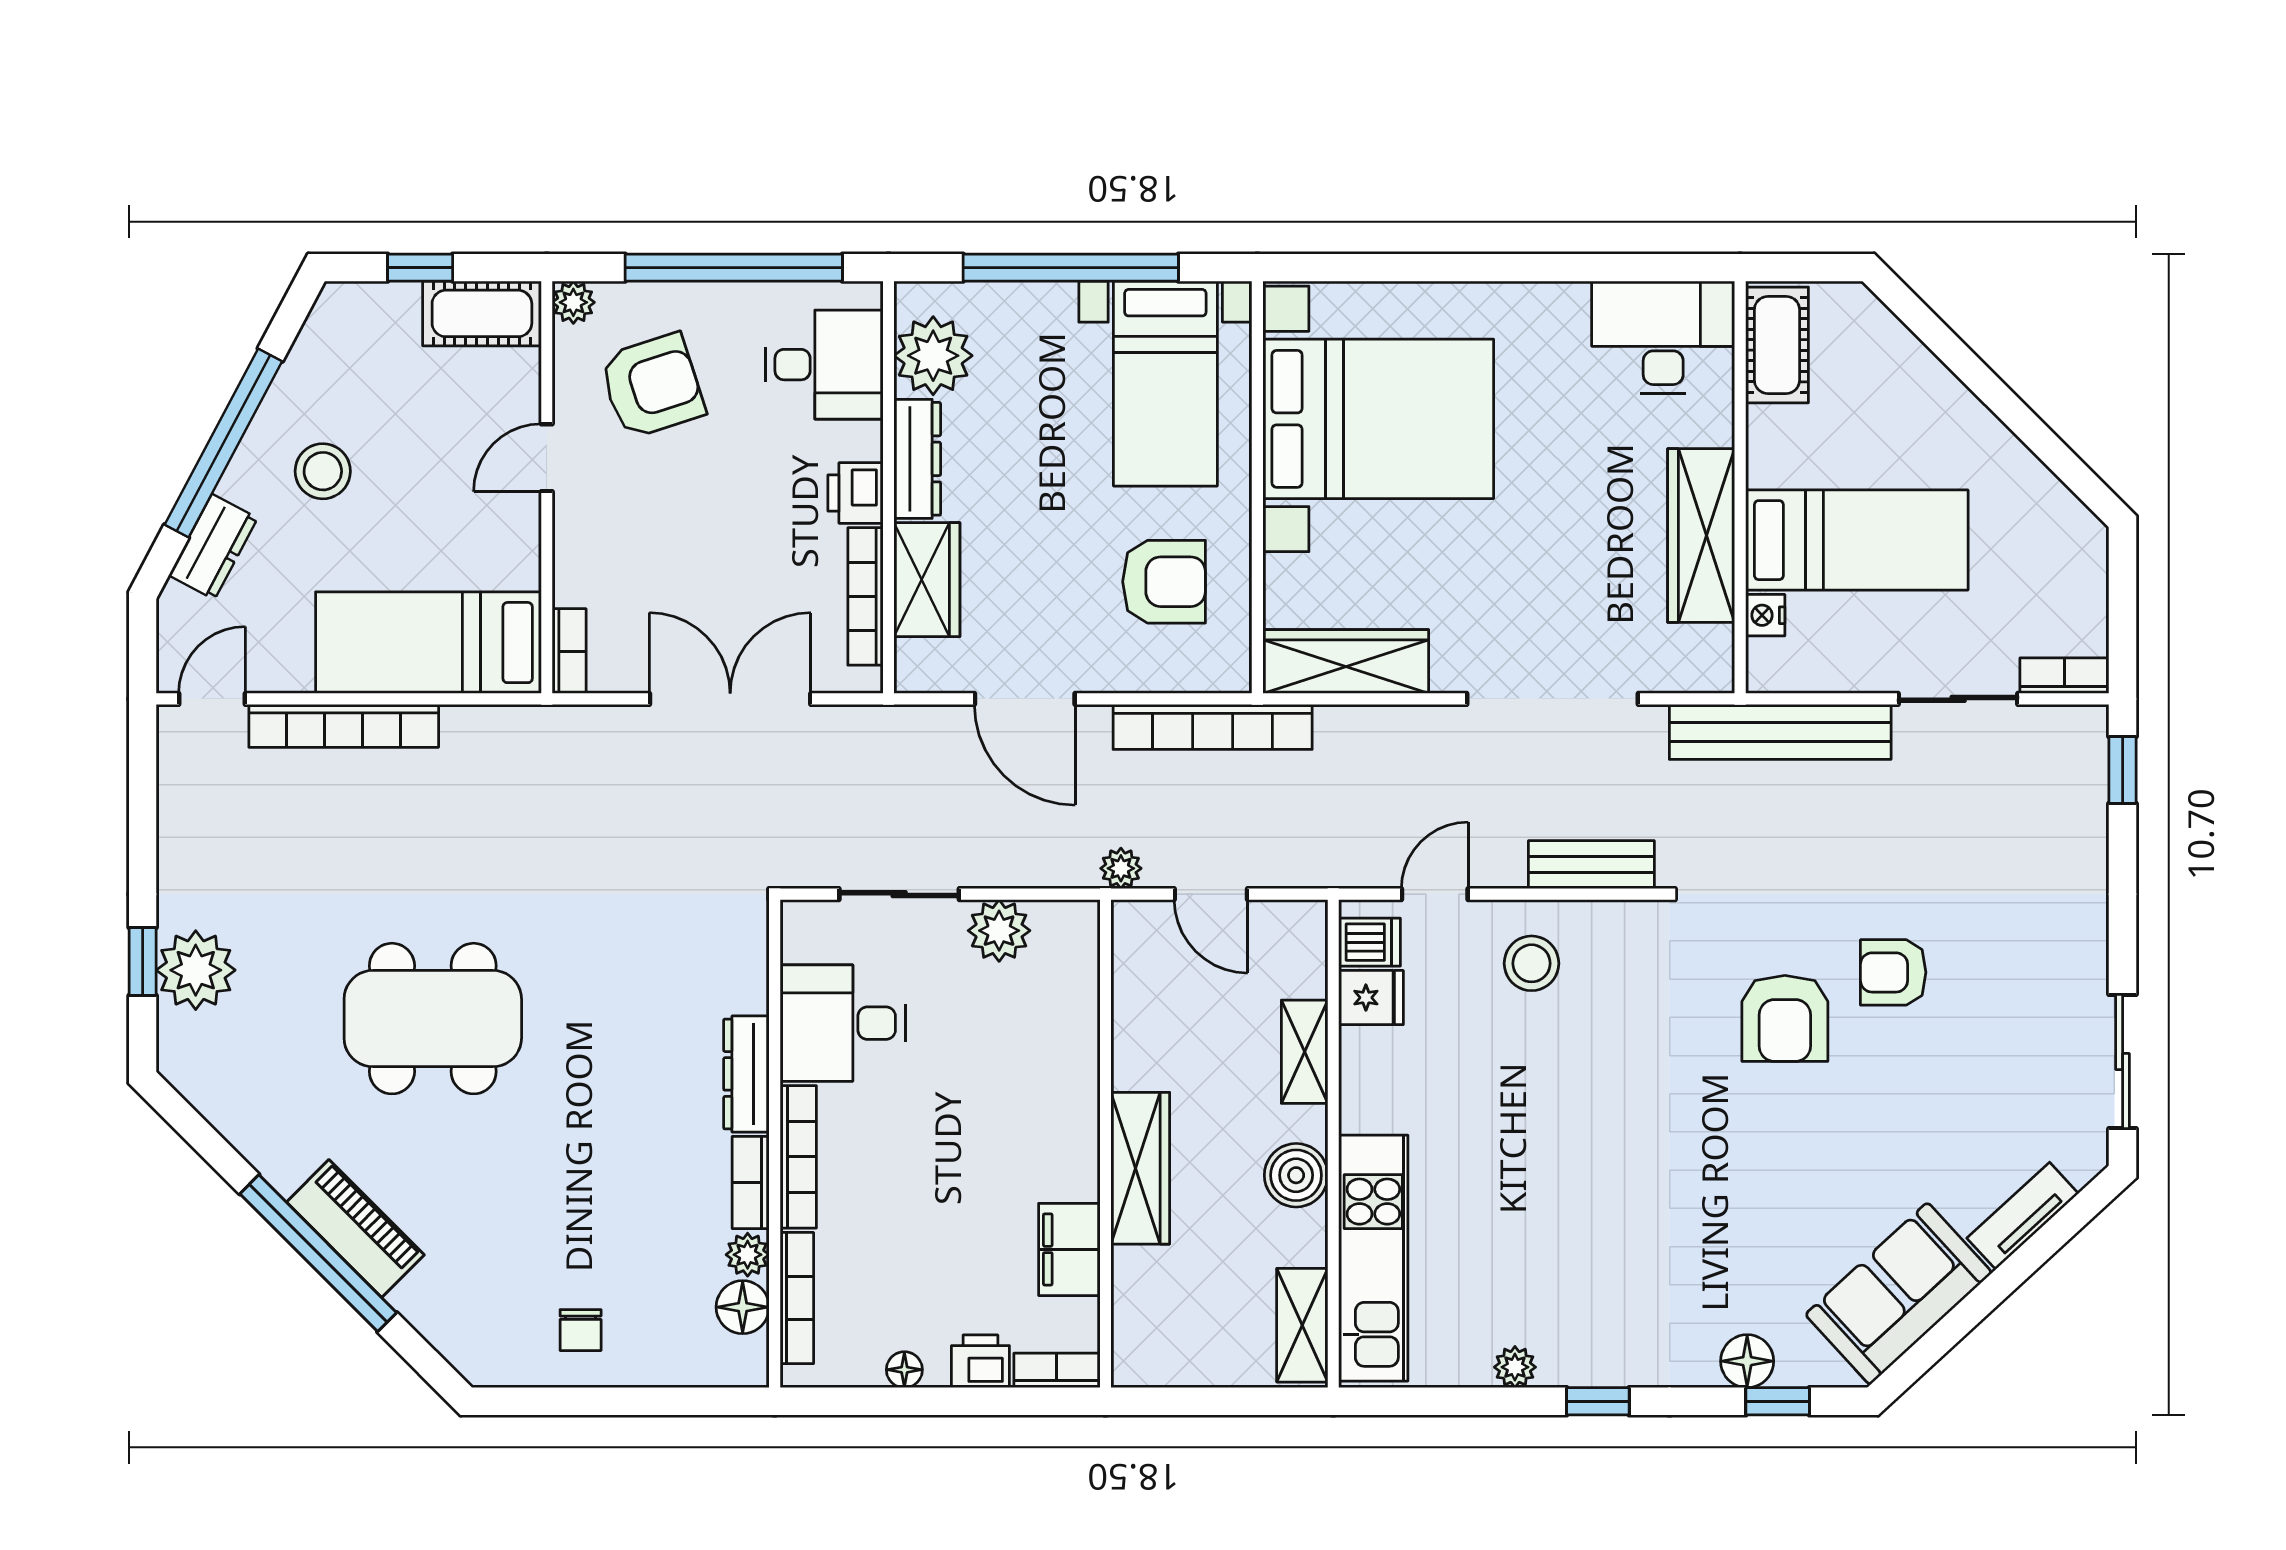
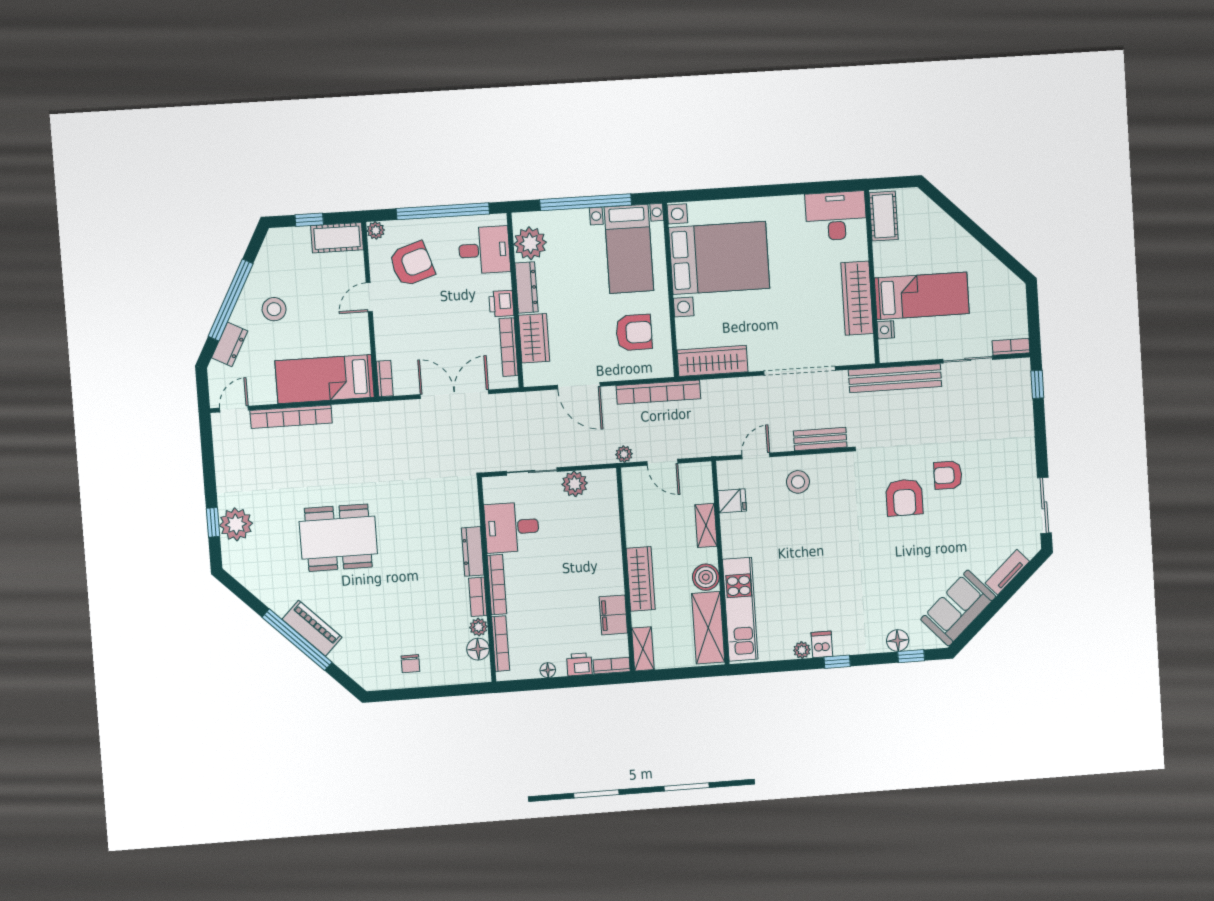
dishwasher: (1370, 942) -> (822, 644), moved, turned -90
shelving: (1302, 1325) -> (708, 628), width x1.50, depth x1.33
shelving: (1134, 1336) -> (643, 649), added

